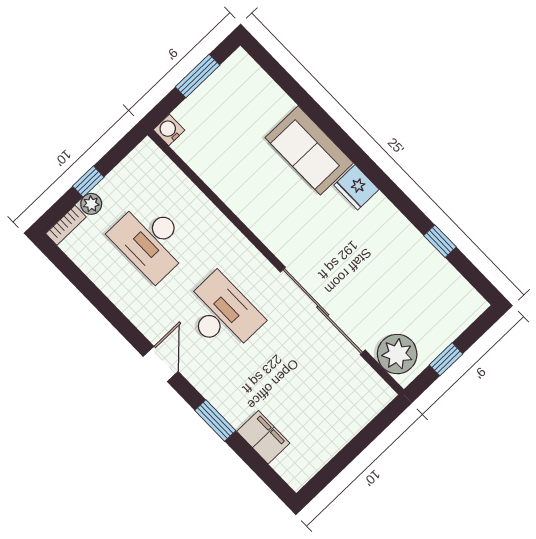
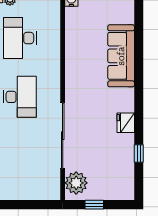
sofa: (309, 150) -> (121, 56), width x1.36
fridge: (356, 187) -> (126, 123), moved

